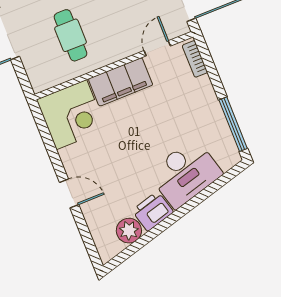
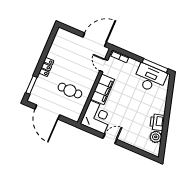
desk: (185, 173) -> (150, 78), moved, turned -75
door: (69, 193) -> (110, 139), moved

